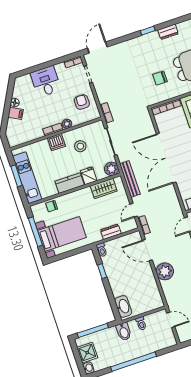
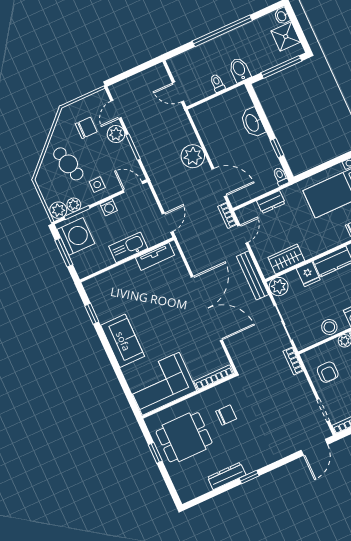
dresser: (168, 32) -> (227, 476), width x1.44
stool: (80, 146) -> (329, 327), moved
washbasin: (123, 306) -> (253, 123), moved

